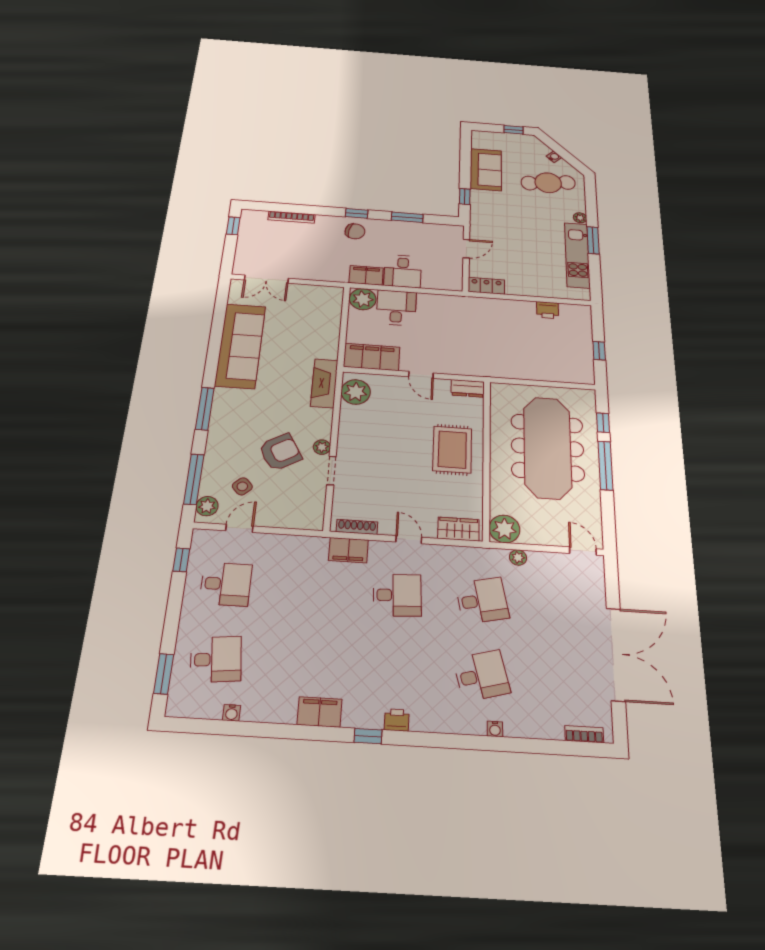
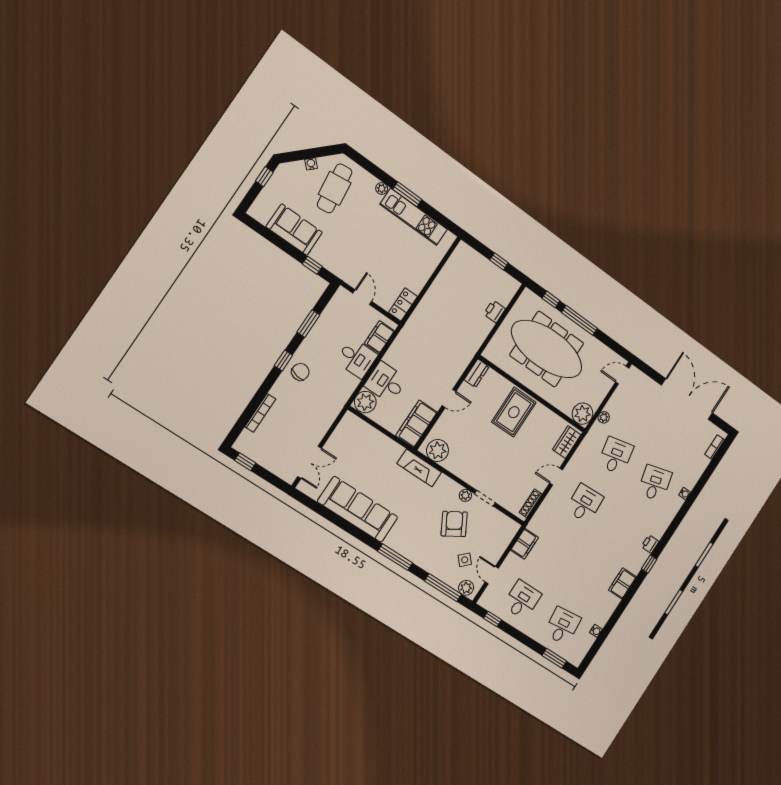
filing cabinet: (366, 275) -> (379, 337), moved
printer: (548, 310) -> (495, 311), moved, turned 180
rug: (452, 450) -> (514, 412), turned 90
filing cabinet: (348, 550) -> (525, 544), moved

